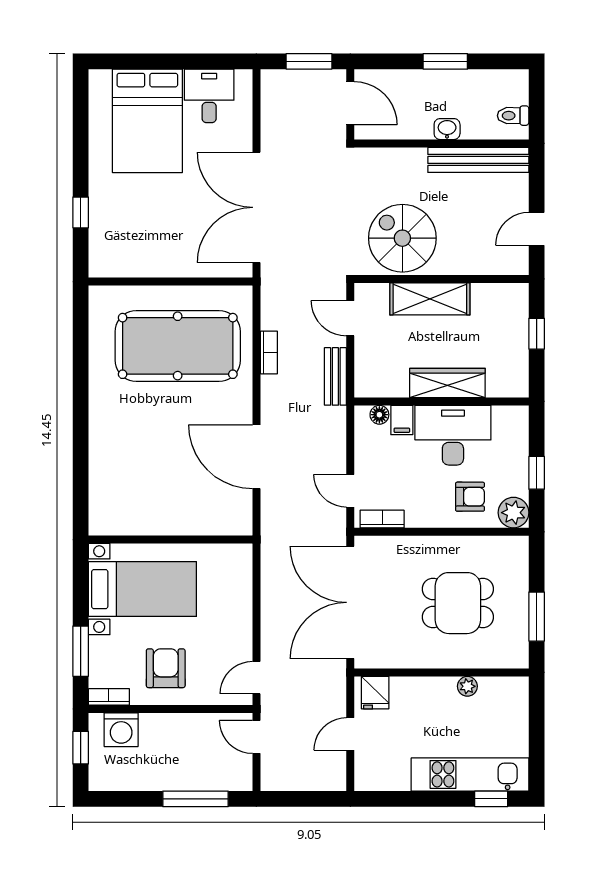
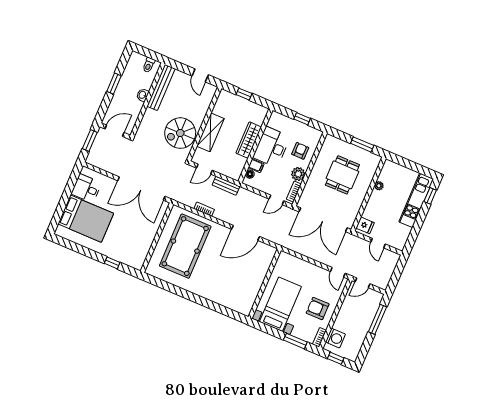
plant: (514, 513) -> (298, 174), moved

